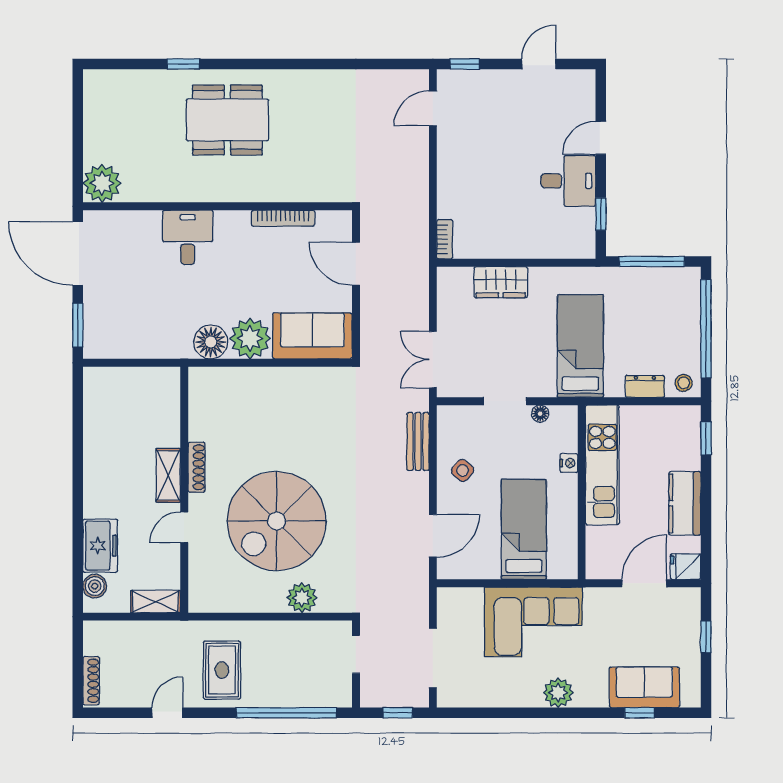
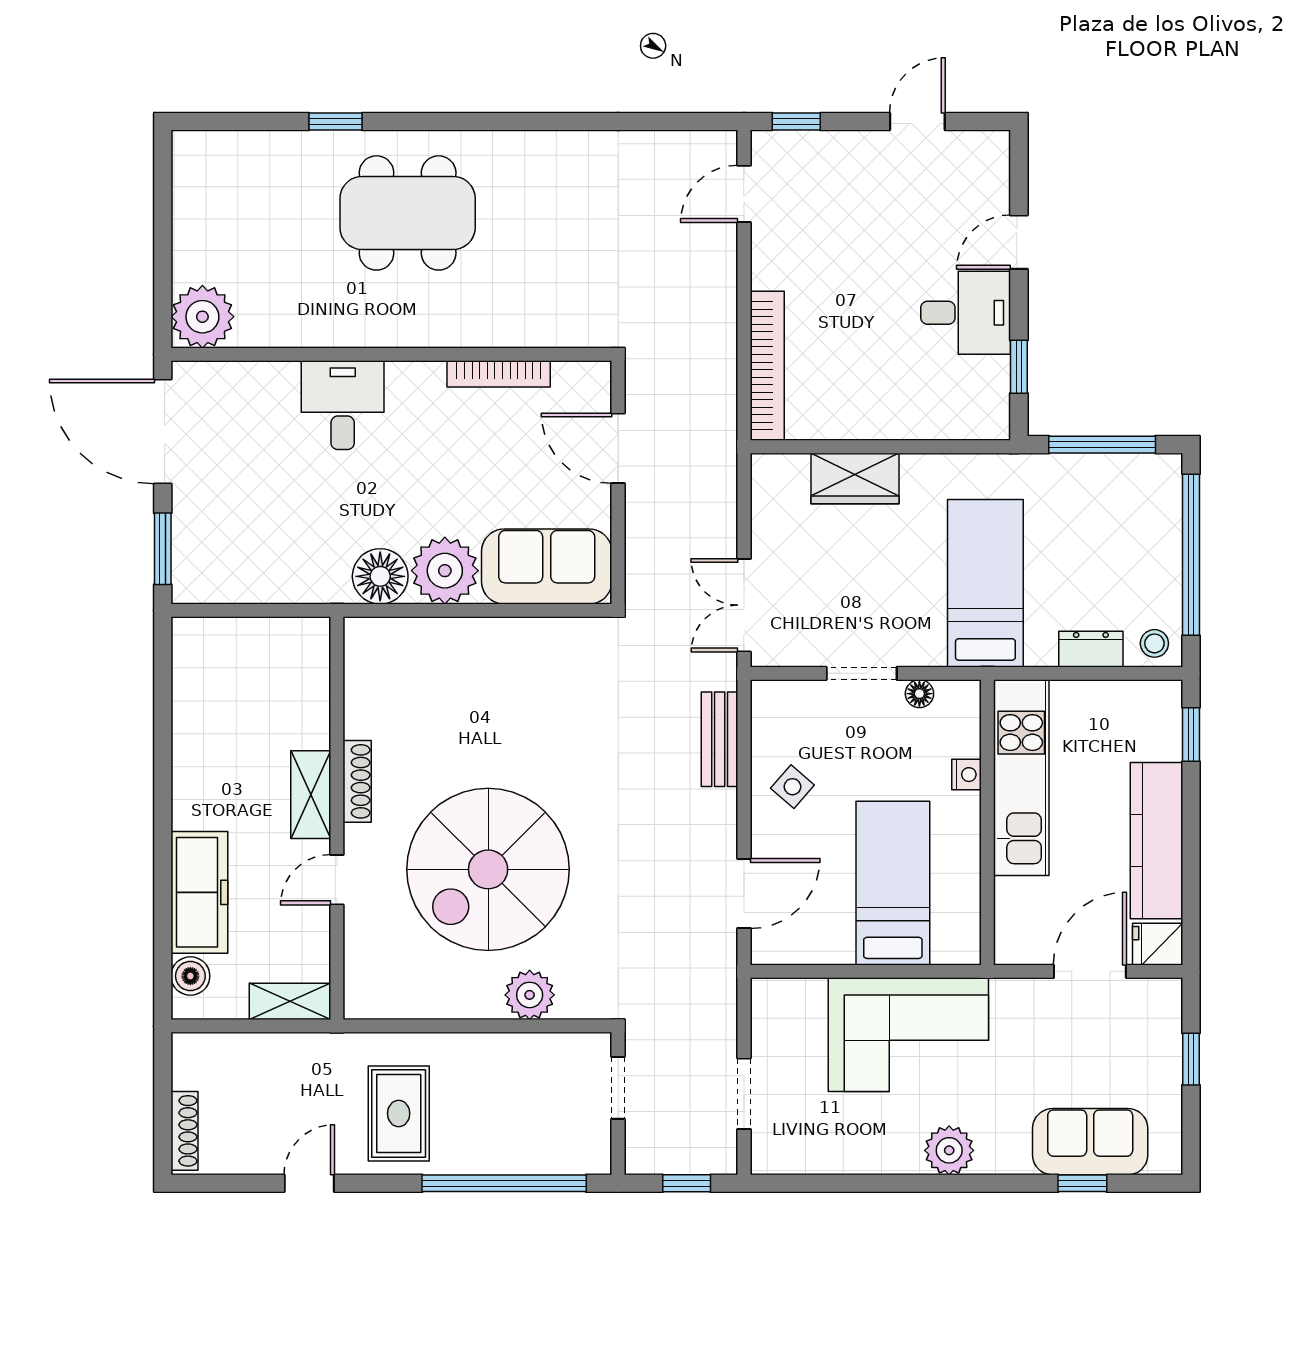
bookcase: (445, 239) -> (767, 366), width x2.31, depth x1.31
kitchen counter: (685, 503) -> (1156, 841), width x1.50
freezer: (100, 546) -> (199, 892), width x1.40
doorway: (433, 658) -> (744, 1094), width x0.73

